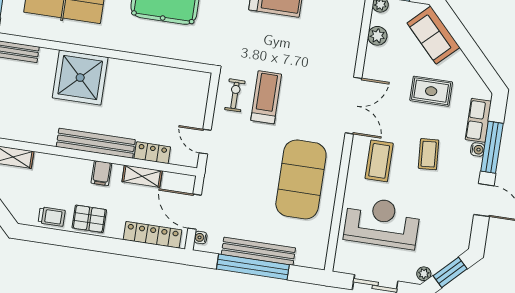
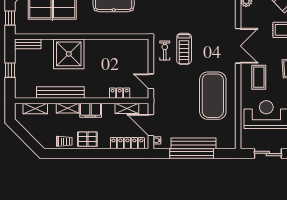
treadmill: (266, 97) -> (184, 49), turned 180
bench: (96, 143) -> (60, 93), moved
shelving: (65, 164) -> (68, 108), added
filing cabinet: (101, 173) -> (91, 110), width x2.00
shelving: (142, 176) -> (127, 108), moved

